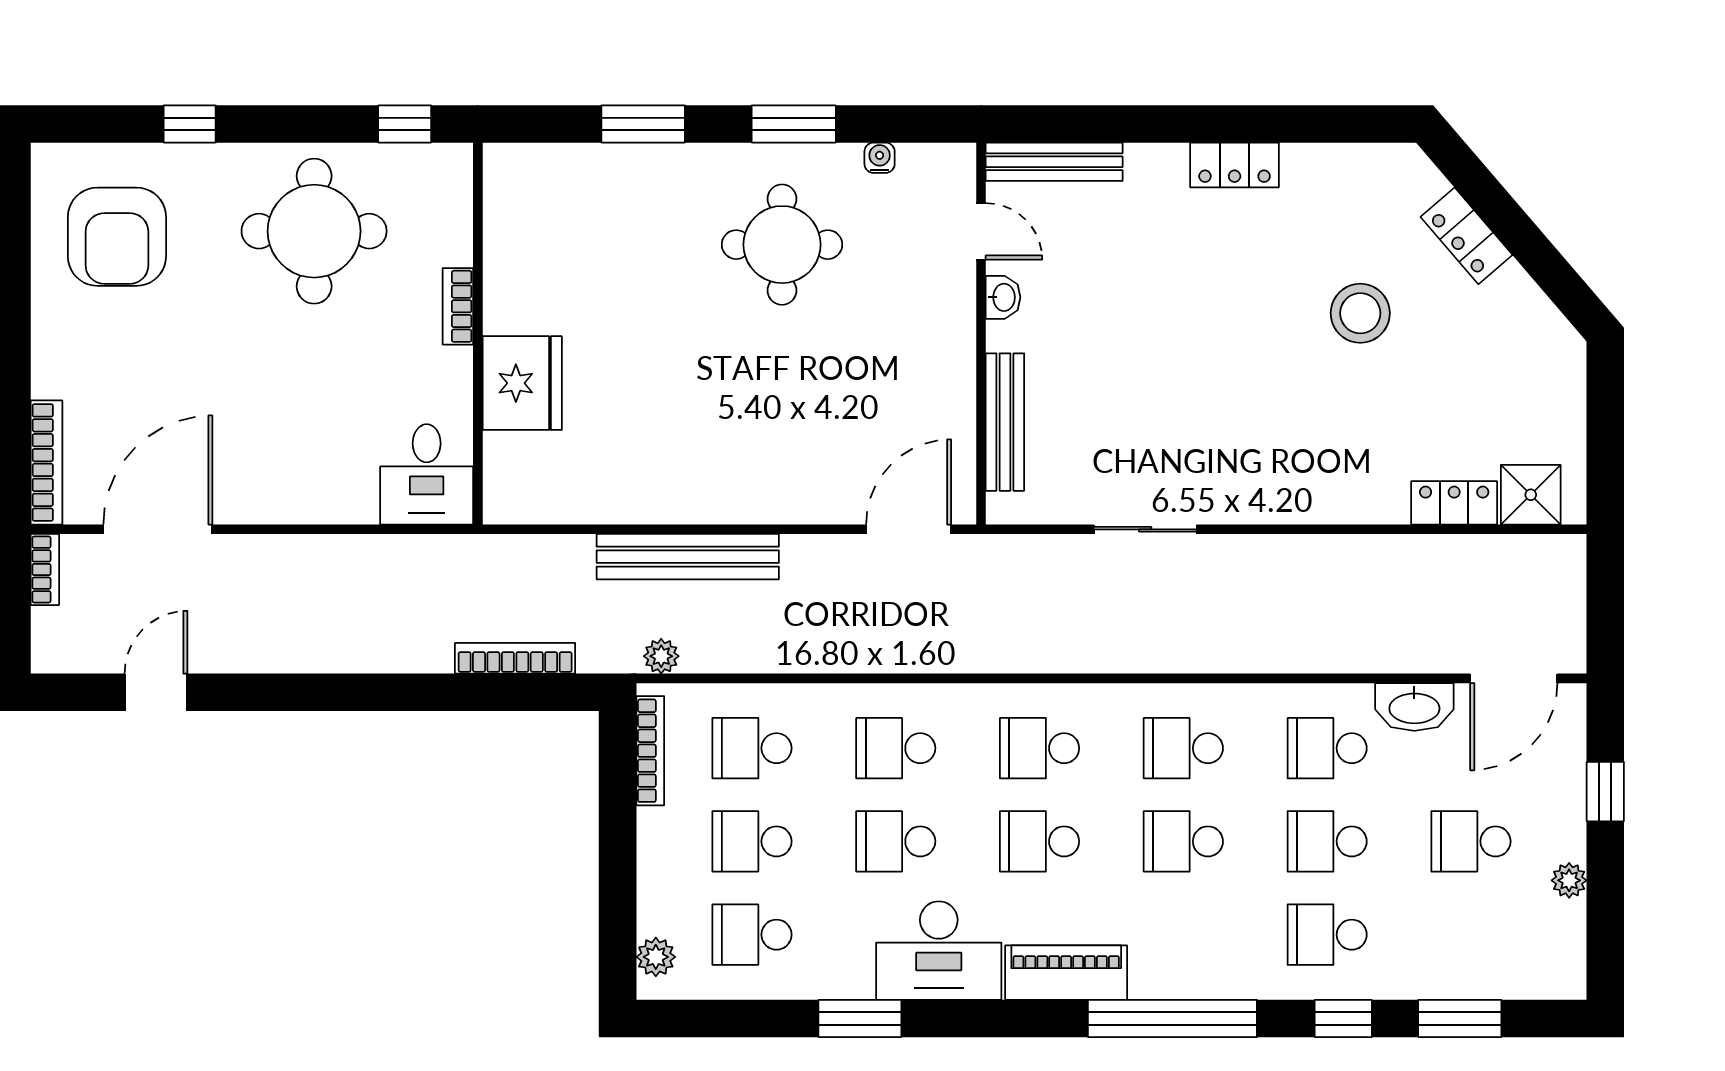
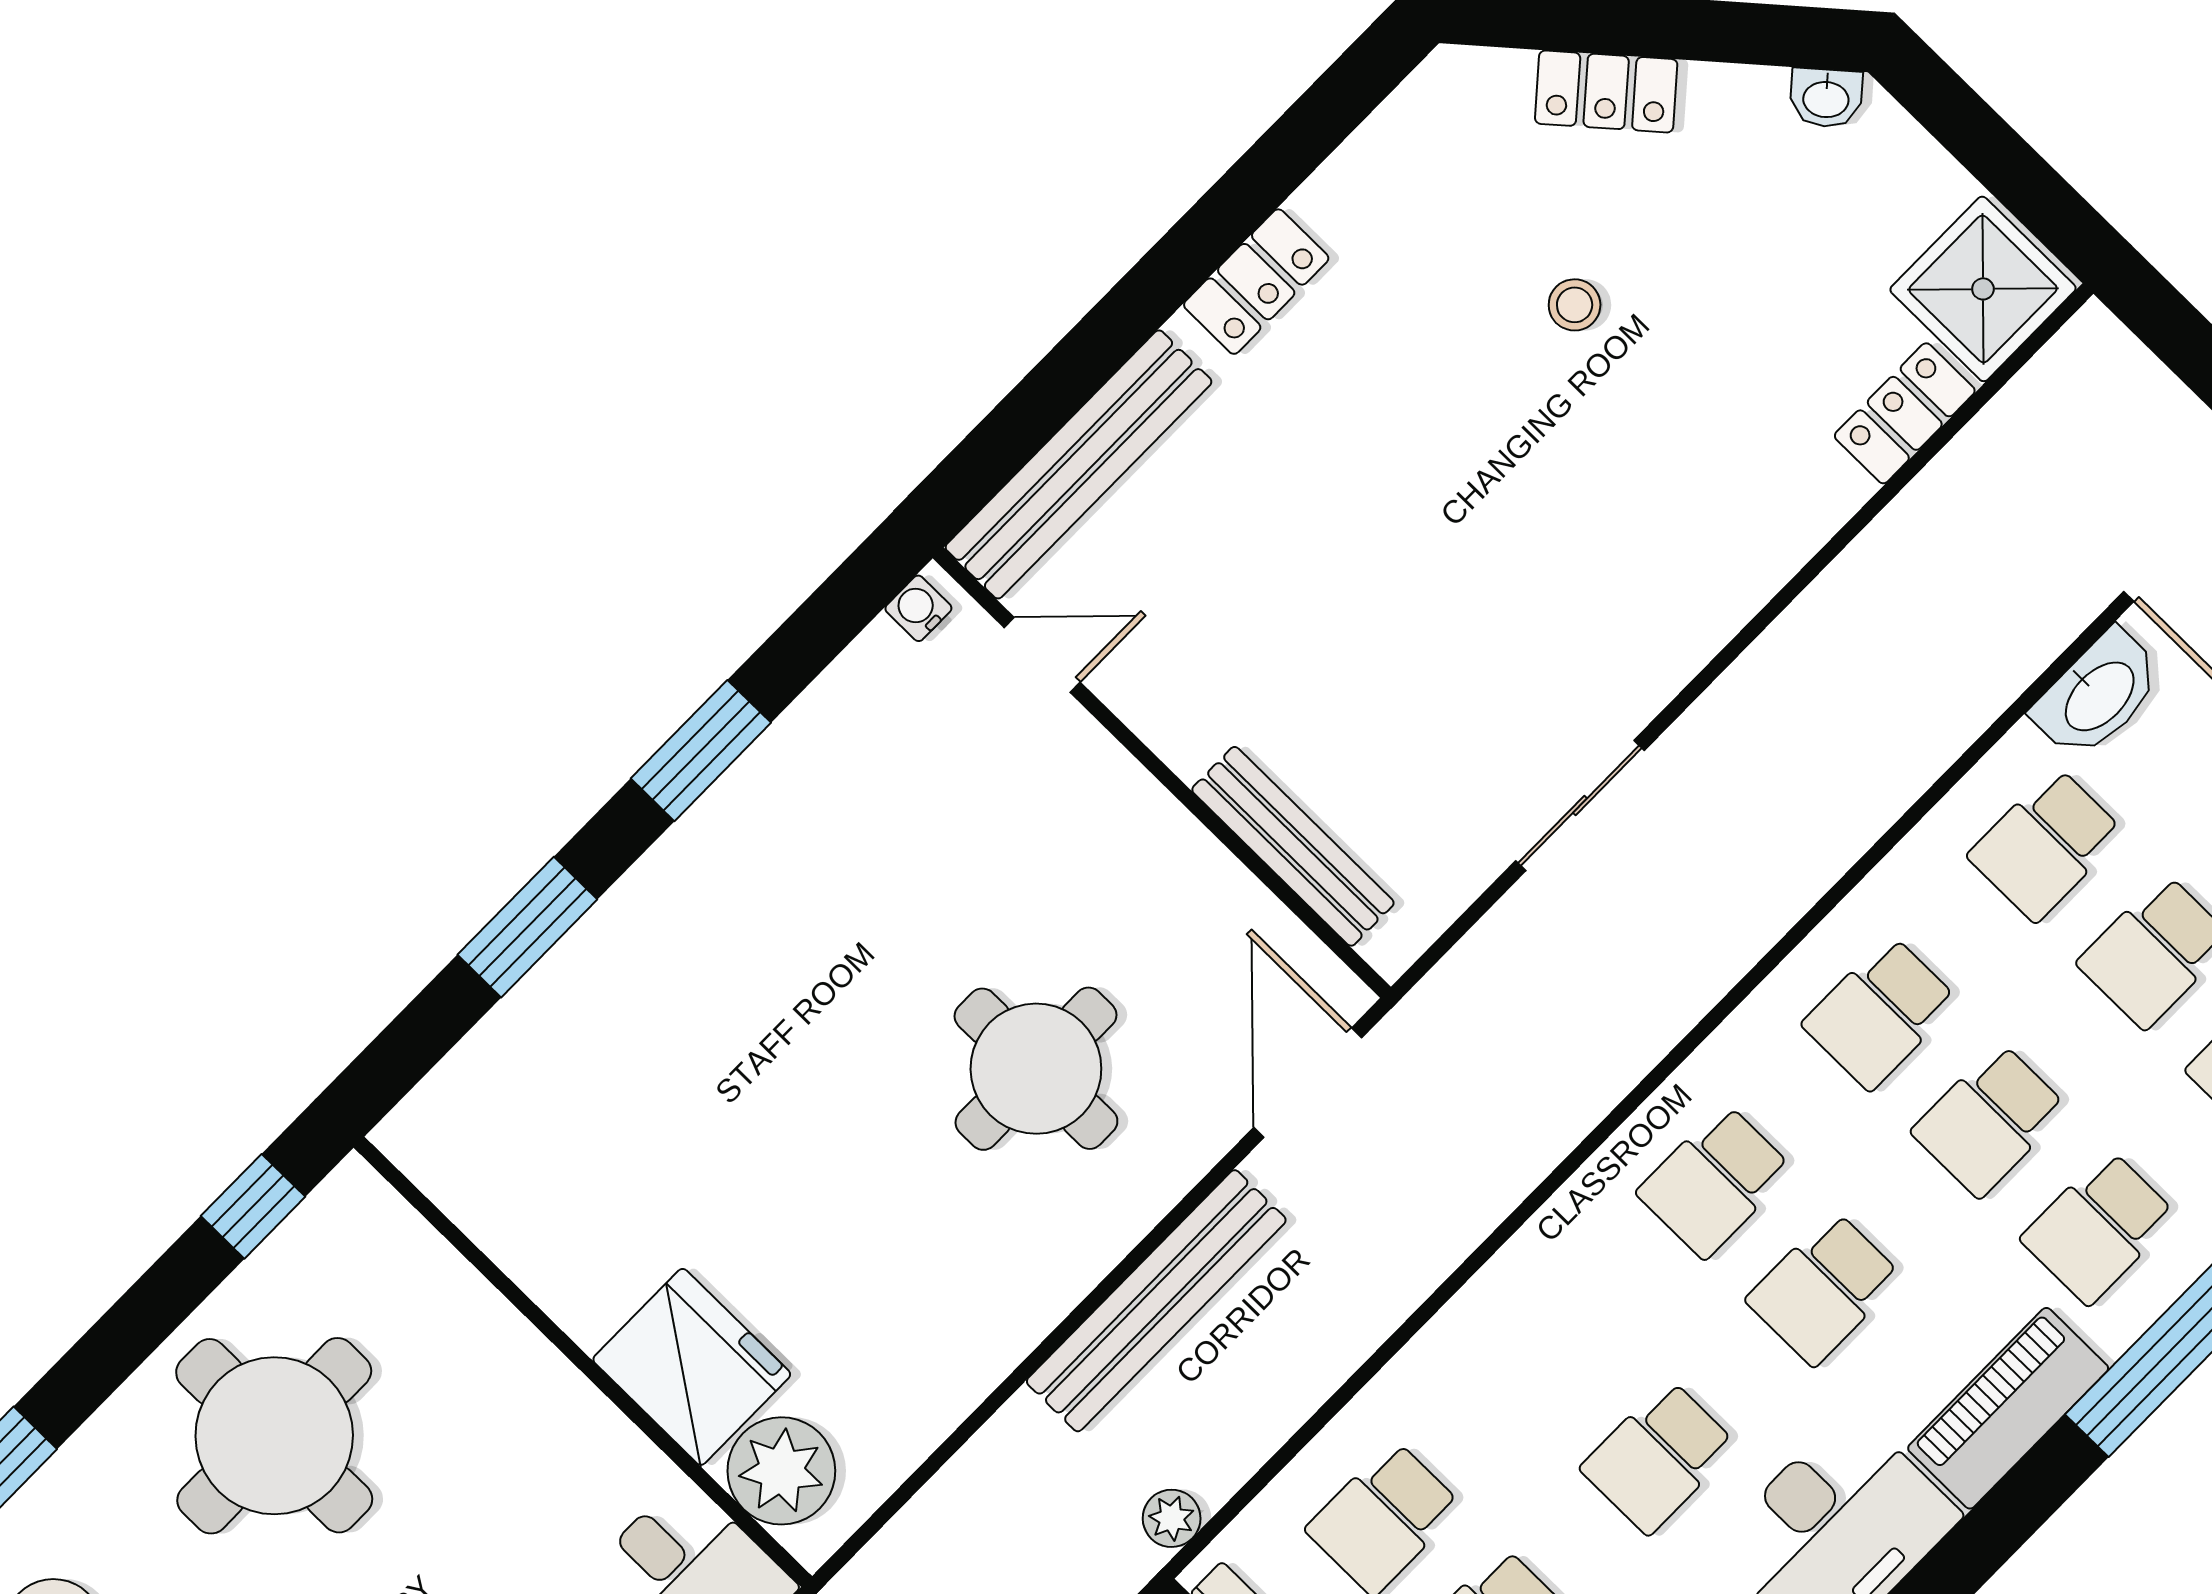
water cooler: (880, 158) -> (918, 608), moved
bench: (1054, 162) -> (1078, 464), width x1.37, depth x1.21
round table: (782, 245) -> (1036, 1069), moved
washbasin: (1003, 297) -> (1826, 98), moved, turned 139
bookcase: (458, 306) -> (528, 1354), removed
stool: (1360, 313) -> (1575, 305), width x0.53, depth x0.53
plant: (515, 466) -> (781, 1471), added
shower: (1531, 495) -> (1983, 289), width x1.36, depth x1.36
bench: (688, 557) -> (1156, 1301), moved
school desk: (896, 748) -> (2099, 1227), moved

